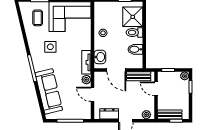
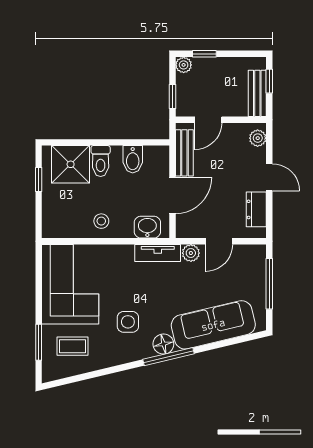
floor lamp: (39, 65) -> (163, 344), added

